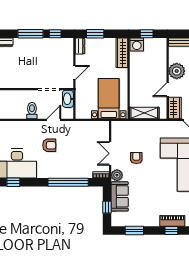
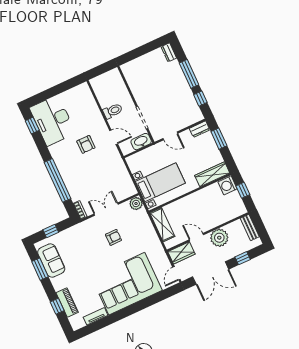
plant: (117, 175) -> (136, 204), moved
sofa: (120, 196) -> (51, 260), moved, turned -90

